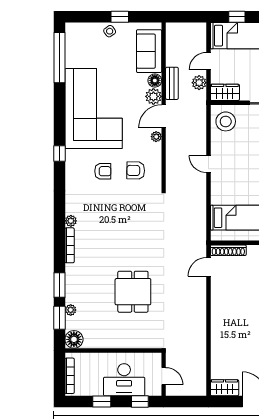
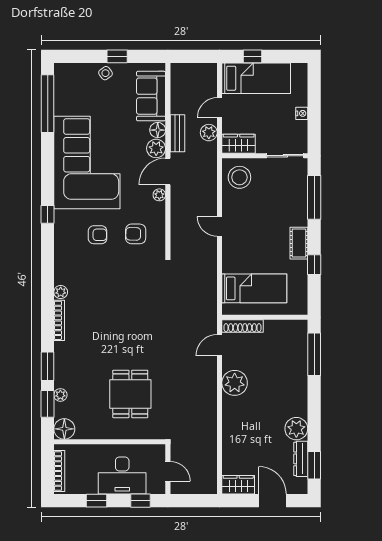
dining table: (133, 292) -> (130, 394), moved
plant: (221, 299) -> (235, 383), added

